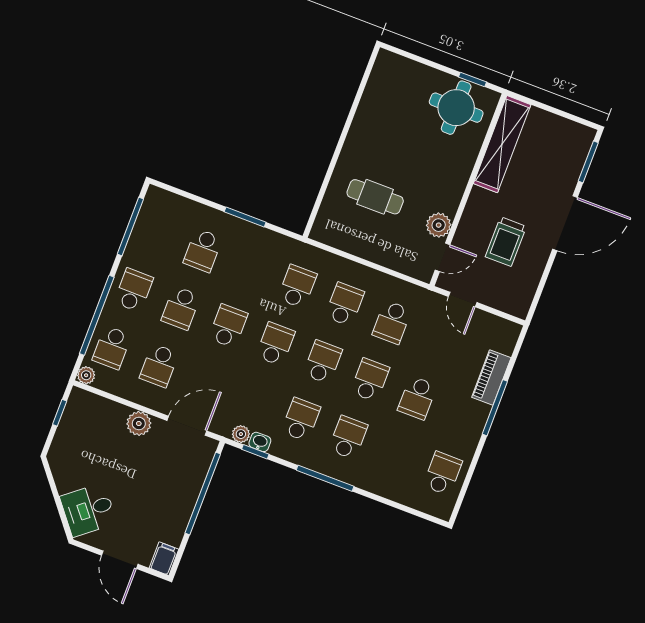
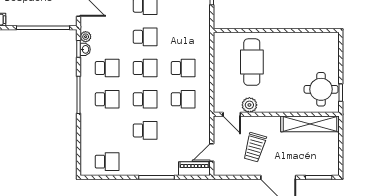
cafe table: (375, 197) -> (252, 62), width x1.37, depth x1.35
trolley: (506, 242) -> (255, 147), turned -74
school desk: (297, 286) -> (183, 37), removed
door: (463, 300) -> (212, 152), moved
school desk: (392, 322) -> (183, 99), turned 180
piano: (491, 377) -> (194, 169), moved
school desk: (417, 398) -> (145, 130), turned 180

